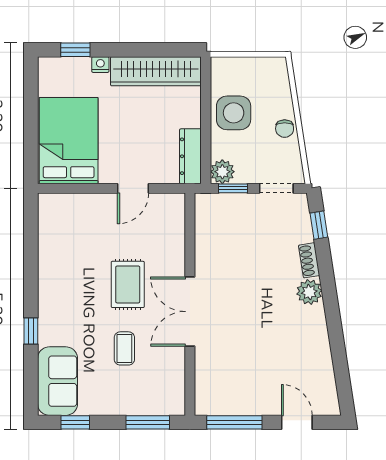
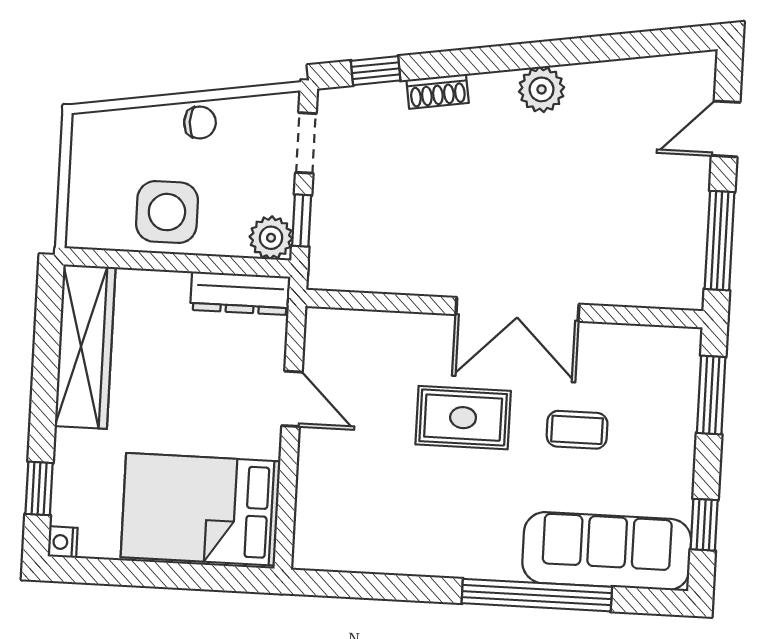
nightstand: (100, 65) -> (63, 542), moved
plant: (309, 292) -> (542, 89), moved
window: (31, 331) -> (537, 595), width x3.17
sofa: (58, 381) -> (607, 551), width x1.36

